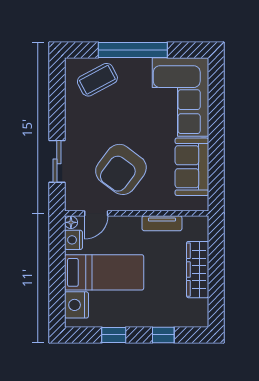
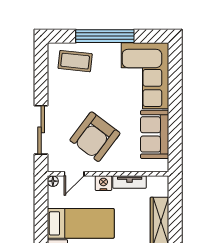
coffee table: (97, 80) -> (75, 61), turned 34
sliding door: (57, 161) -> (41, 130), width x1.37
nightstand: (73, 240) -> (103, 183), moved, turned 90

